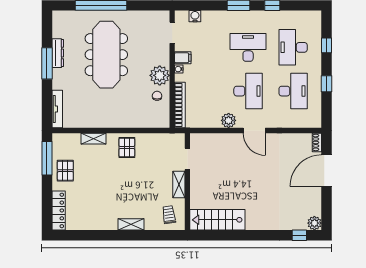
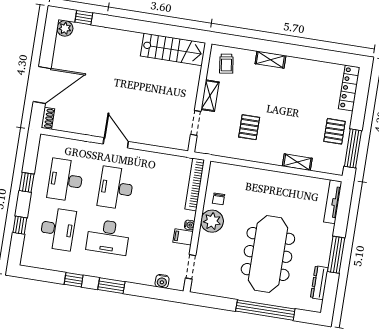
dresser: (58, 53) -> (319, 283), moved
plant: (229, 120) -> (143, 159), removed
pallet: (127, 147) -> (249, 127), moved

